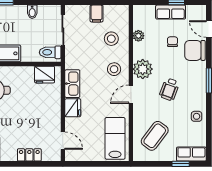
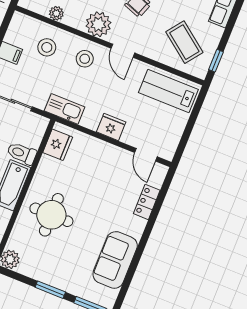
toilet: (50, 52) -> (22, 153), moved, turned 90
kitchen sink: (72, 84) -> (65, 109), moved
door: (63, 141) -> (146, 155), swing flipped
window: (181, 164) -> (216, 61), moved

